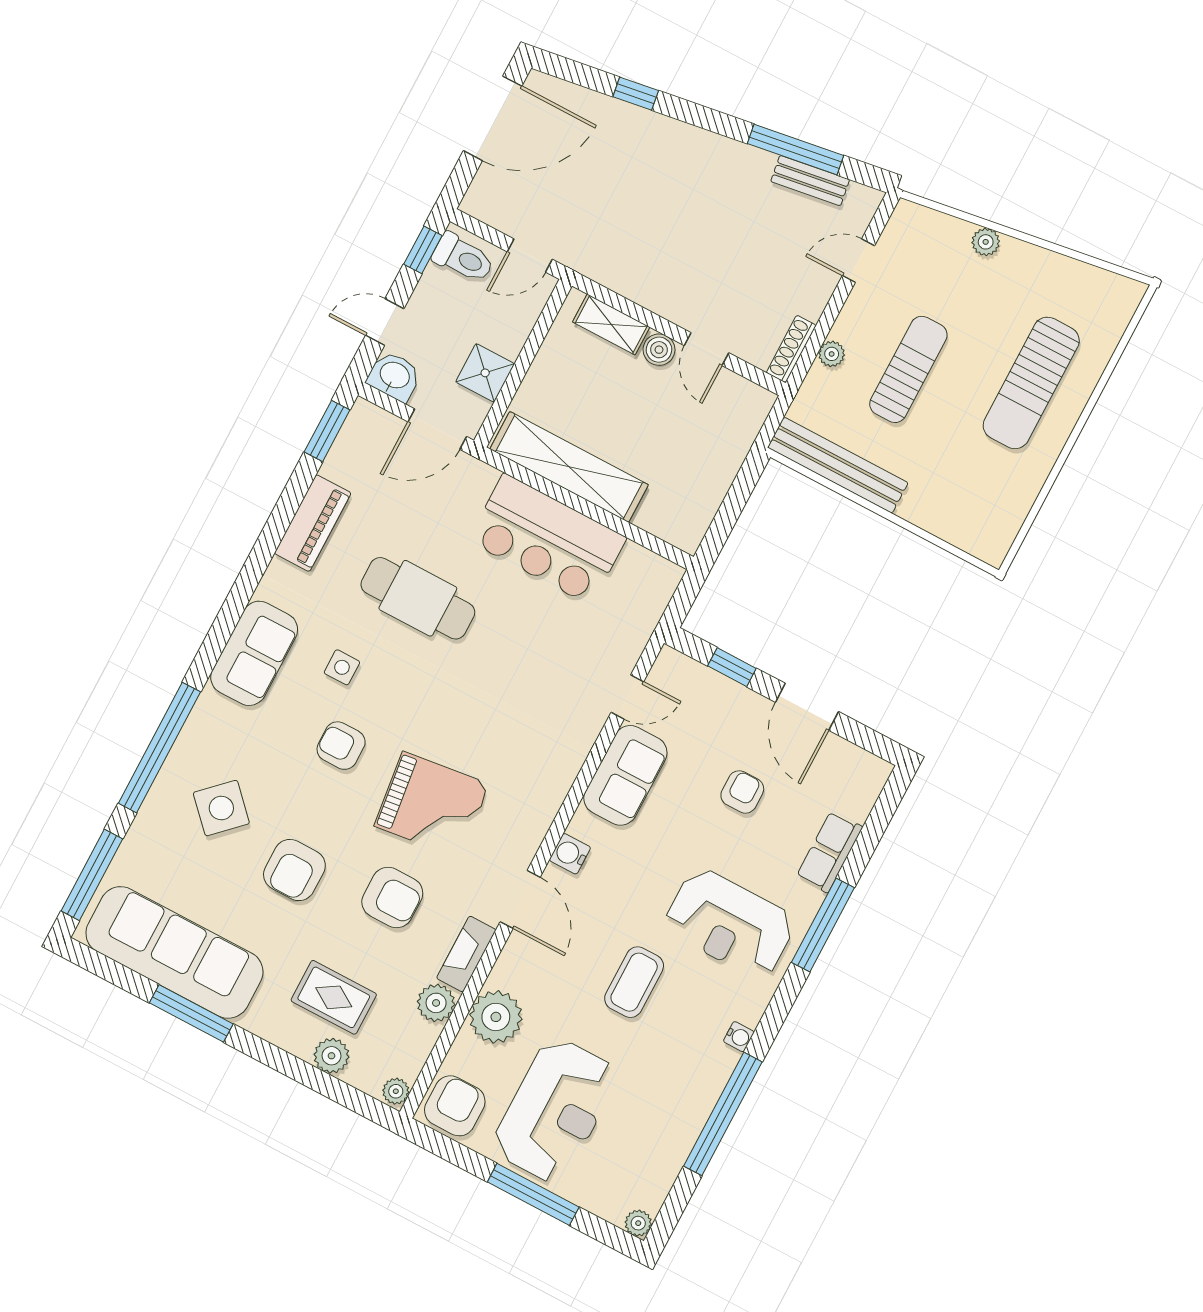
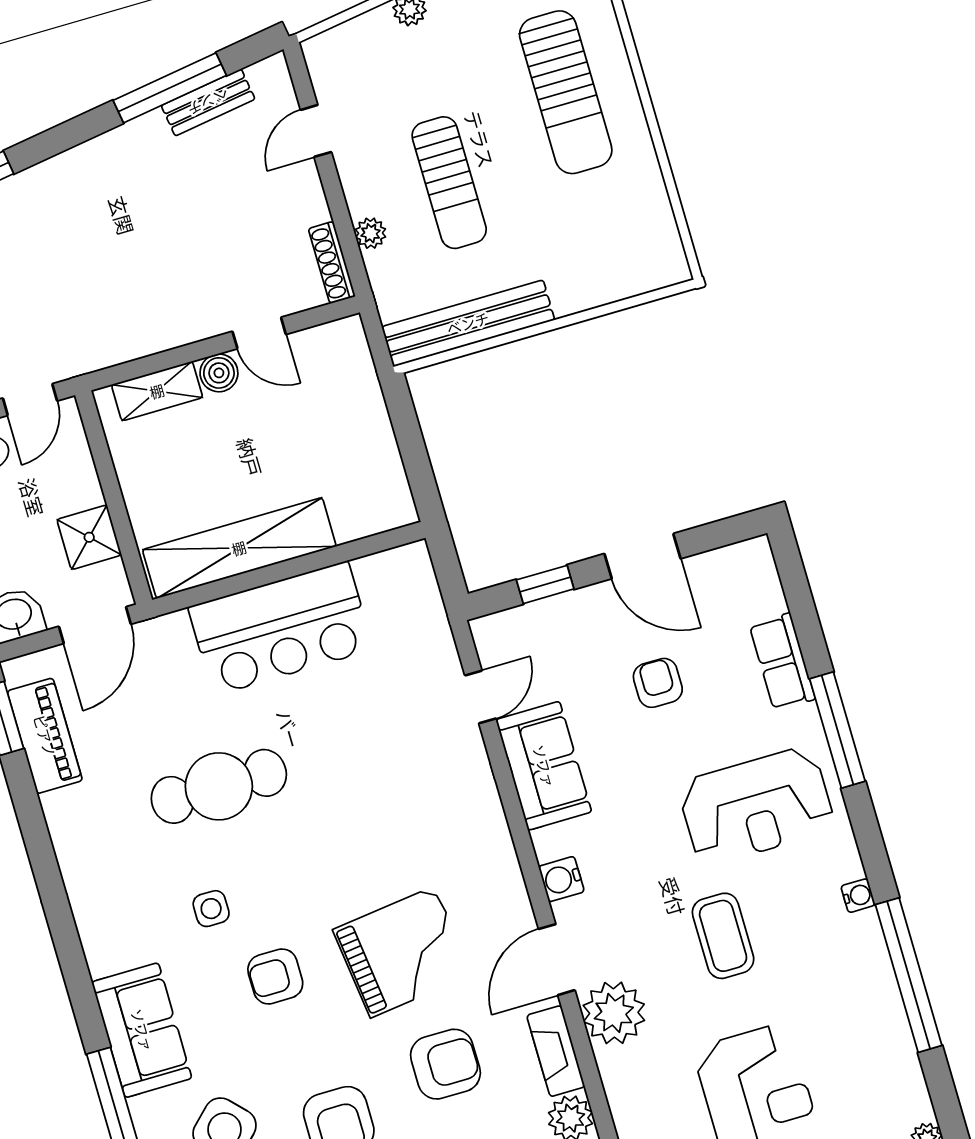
sun lounger: (908, 369) -> (449, 183), turned 180
piano: (313, 523) -> (45, 736), moved
sofa: (254, 653) -> (142, 1030), moved
door: (520, 899) -> (557, 960), swing flipped
plant: (496, 1017) -> (614, 1013), moved

